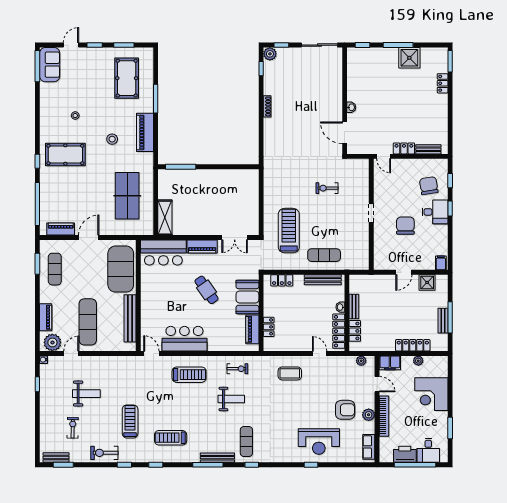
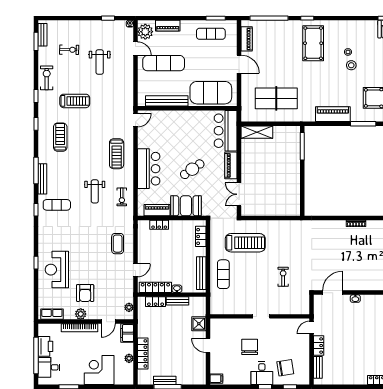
stool: (112, 139) -> (351, 65), moved
chair: (405, 226) -> (250, 347), turned -90
shower: (427, 282) -> (199, 324), moved
bar counter: (184, 339) -> (149, 169), moved

